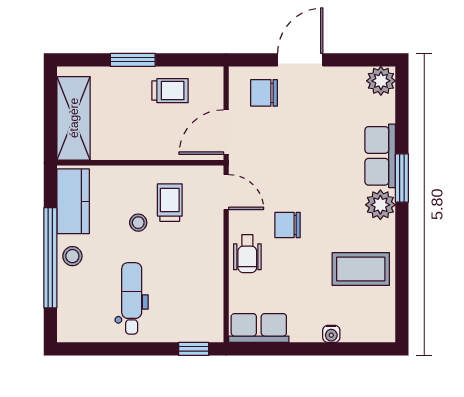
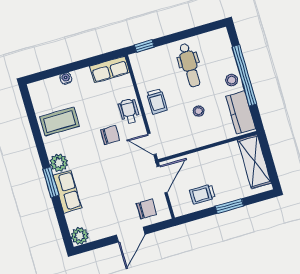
trolley: (170, 203) -> (157, 101), moved

